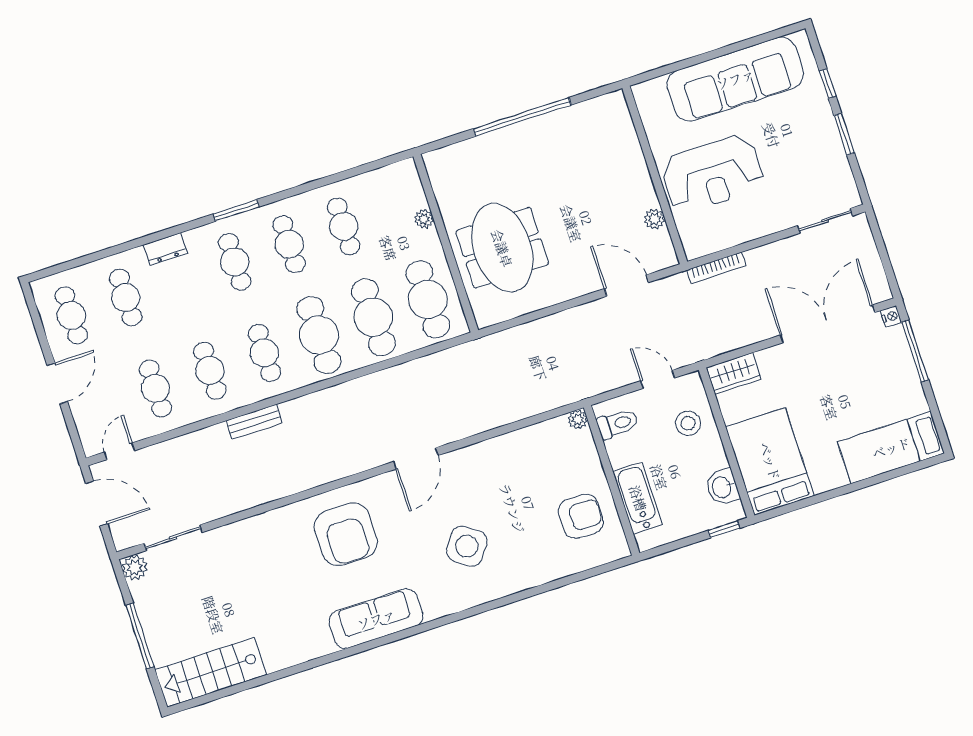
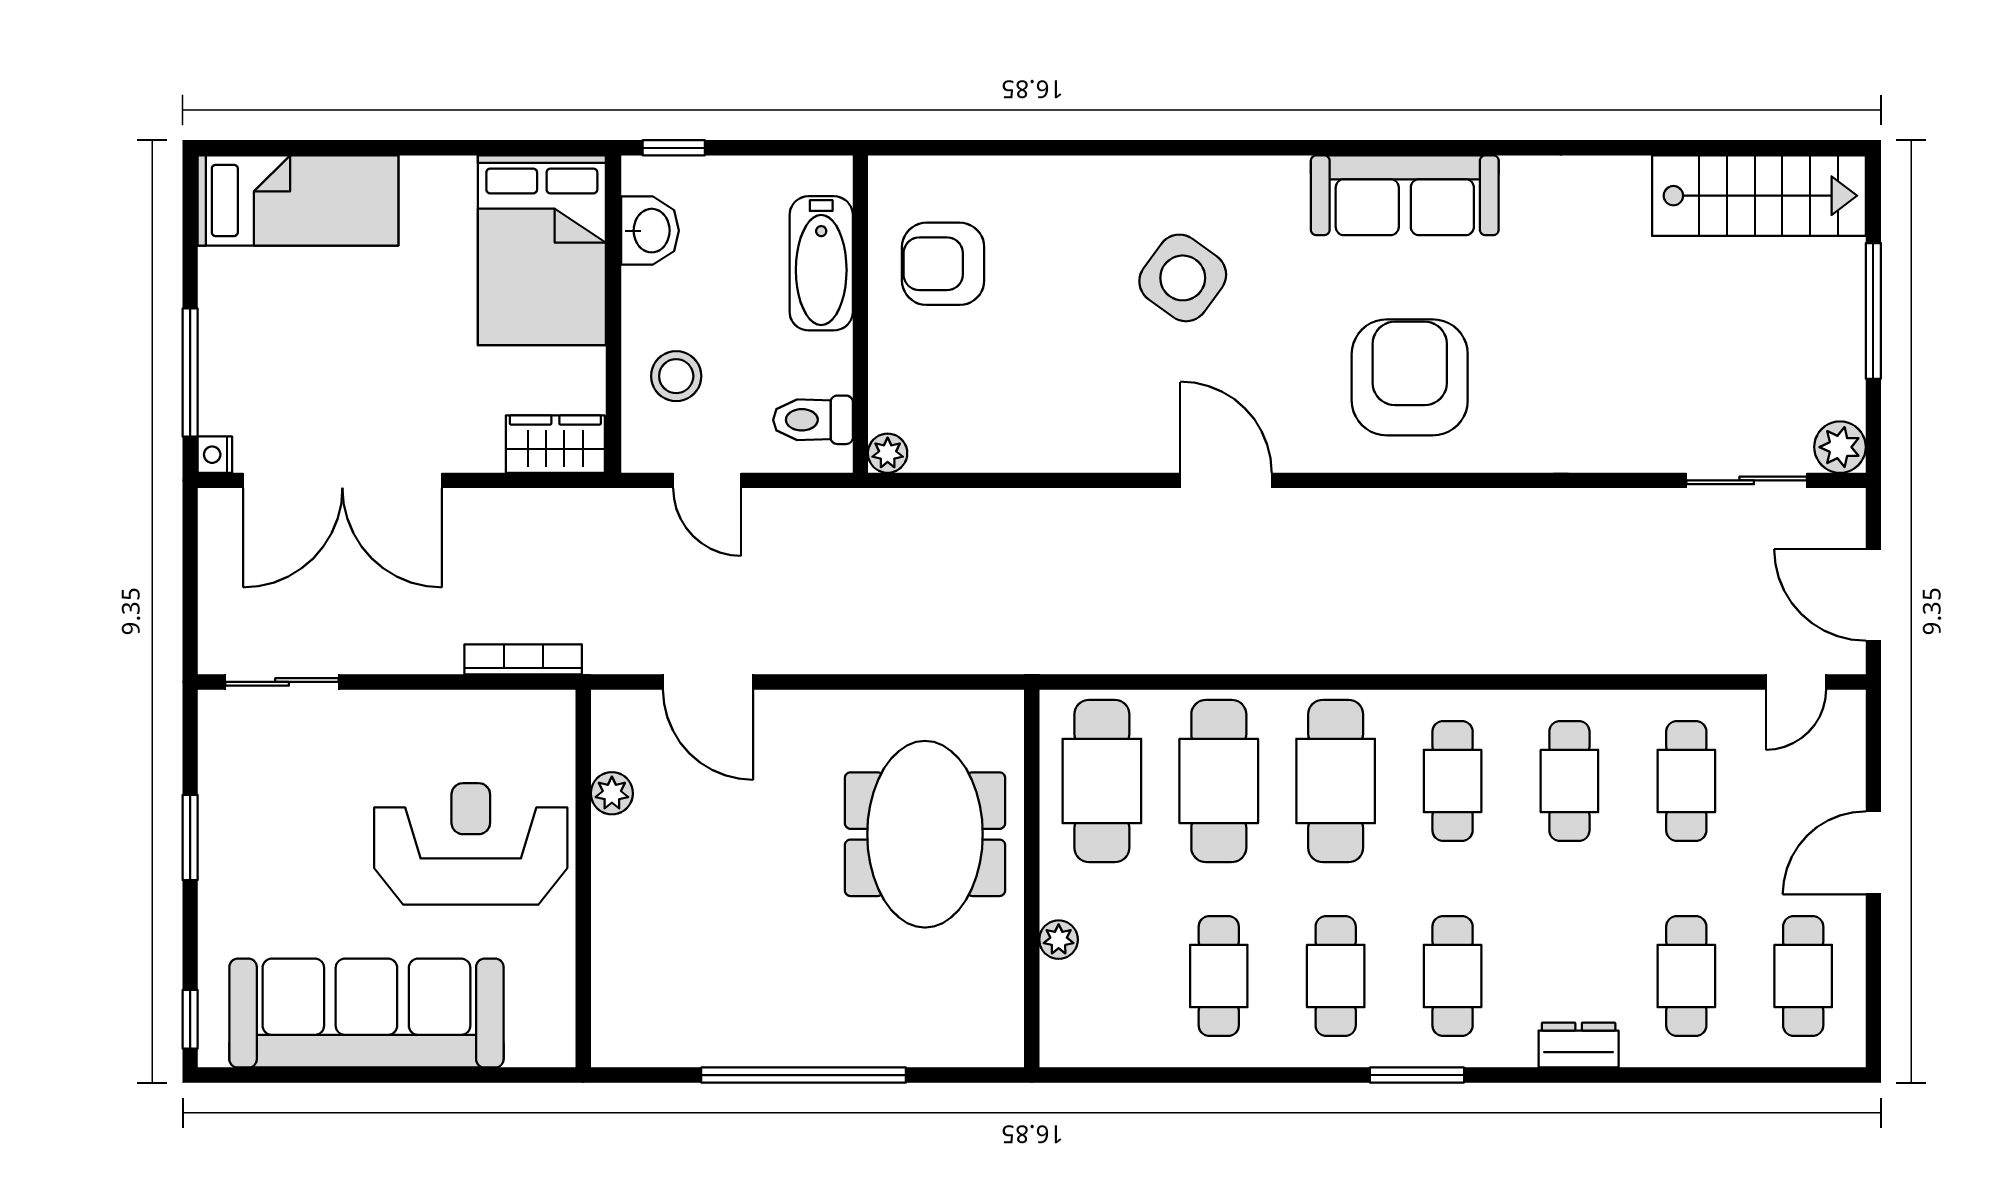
window: (828, 84) -> (190, 1019), moved
bench: (254, 422) -> (1516, 654), removed
door: (416, 458) -> (1226, 480), hinge flipped

